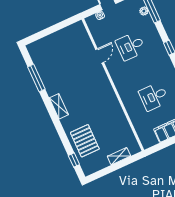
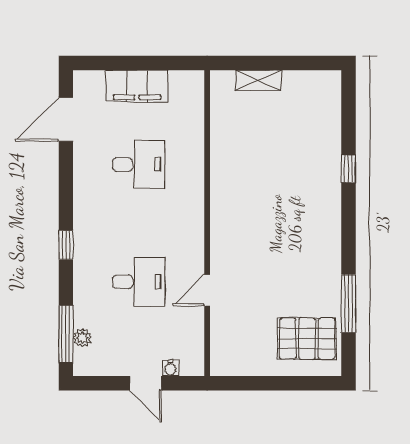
shelving: (59, 106) -> (330, 229), removed
pallet: (85, 141) -> (307, 339), moved, turned 90
window: (74, 160) -> (348, 169), moved

